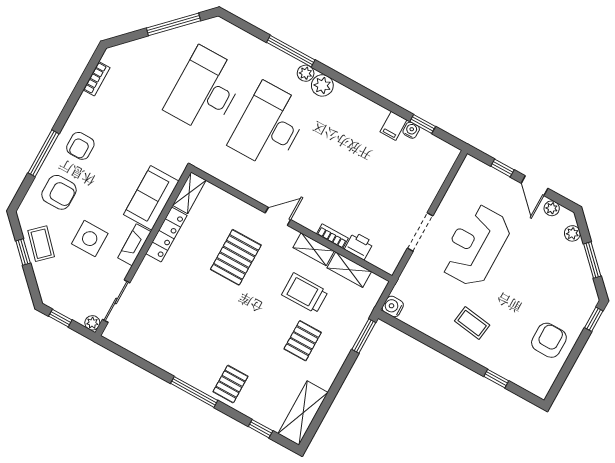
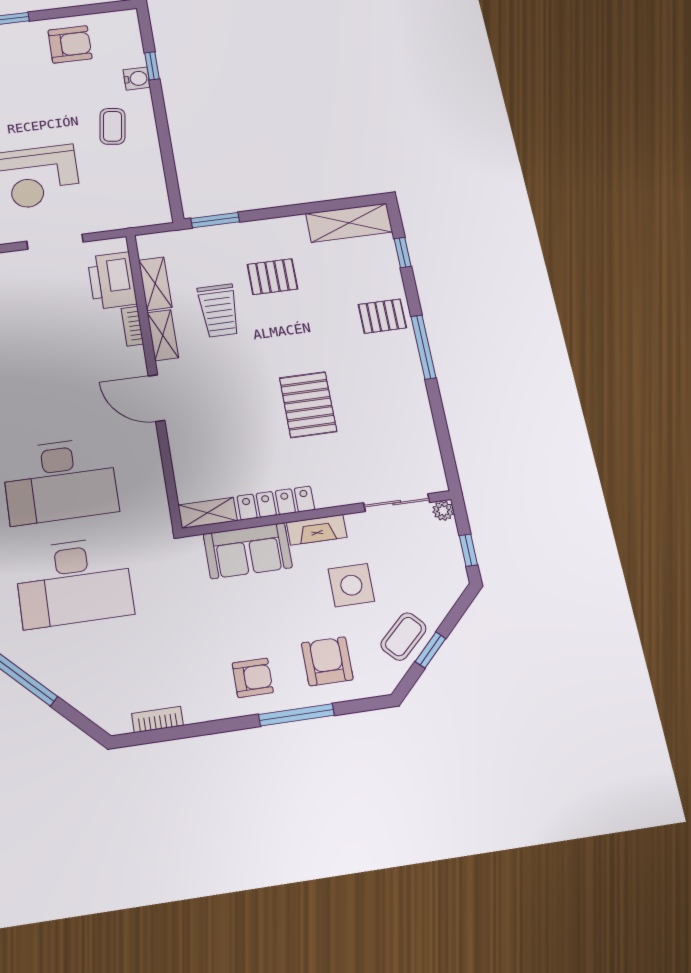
door: (278, 216) -> (157, 398), width x1.38
printer: (359, 246) -> (112, 280), width x1.87, depth x1.48
pallet: (236, 257) -> (308, 405), moved, turned 90
water cooler: (393, 307) -> (137, 79), moved, turned -90
armchair: (549, 340) -> (70, 44), turned 180

